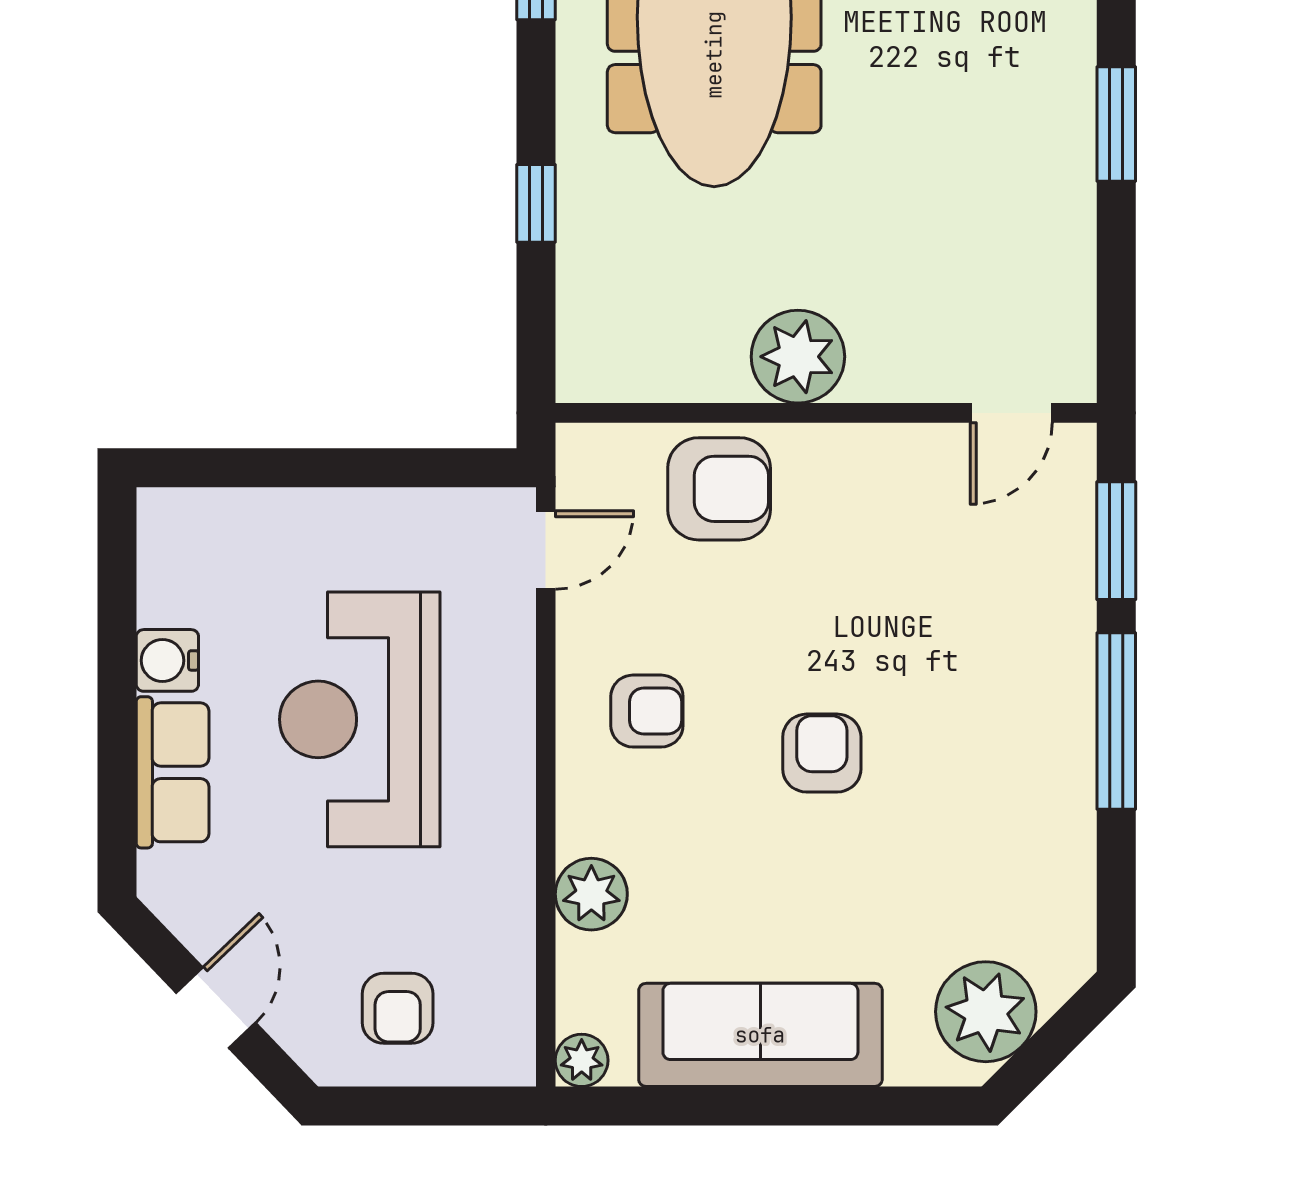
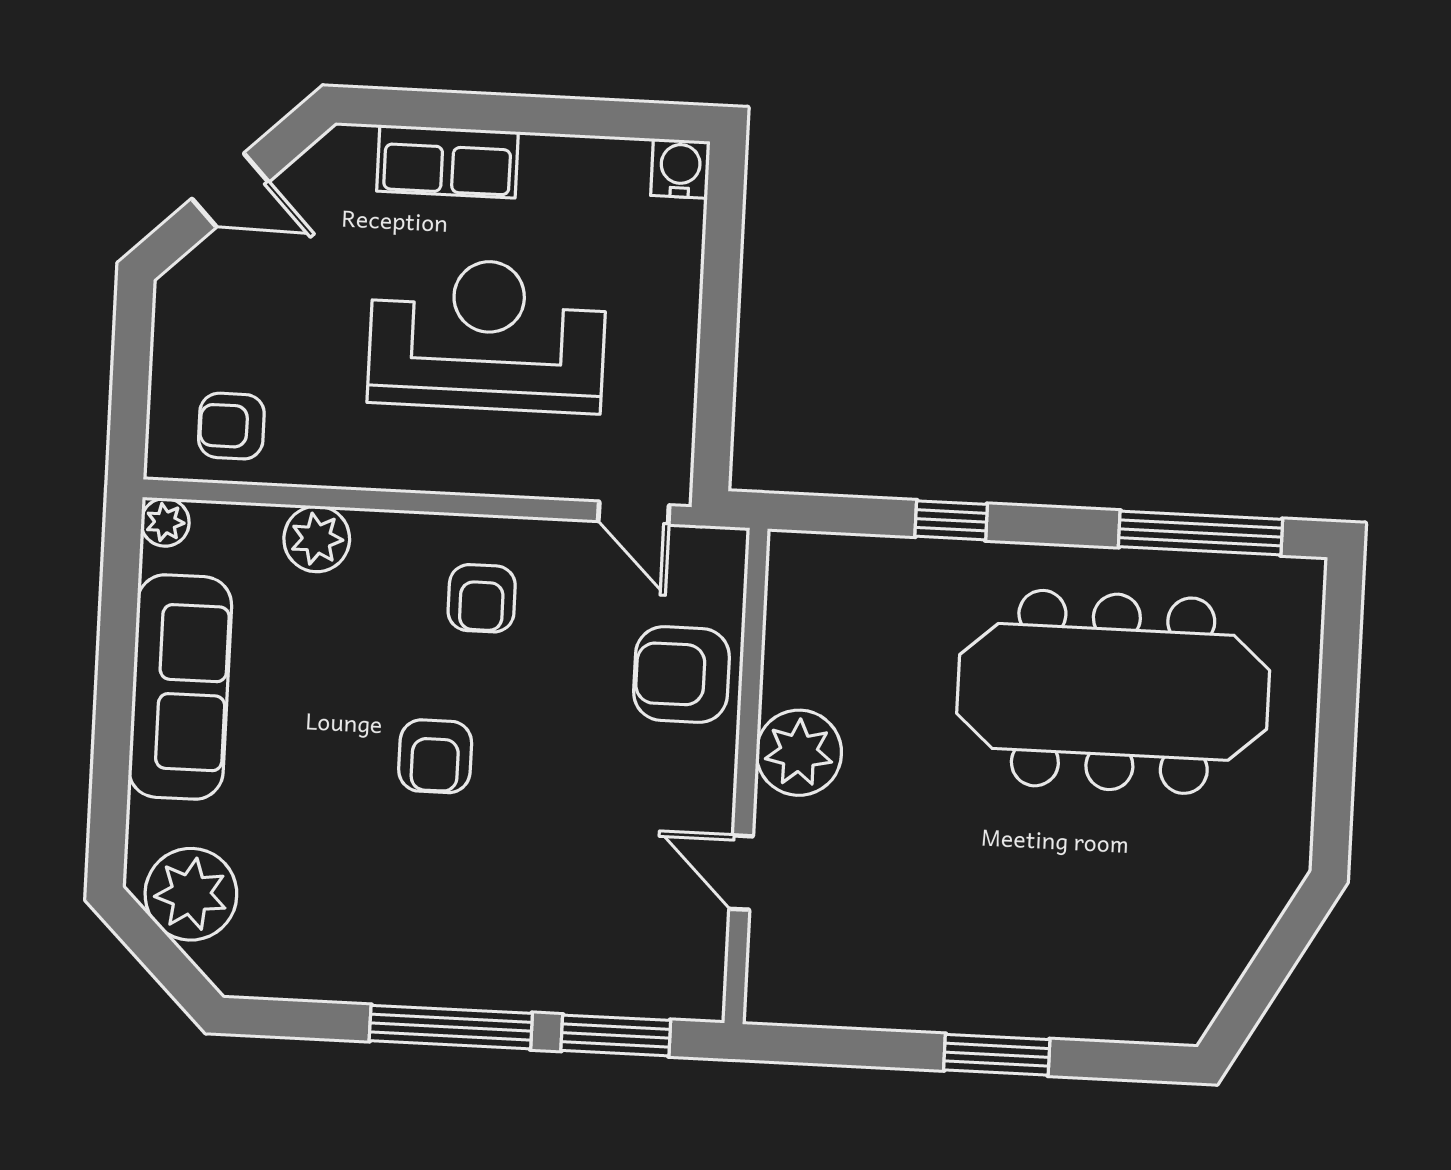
door: (1011, 413) -> (741, 873), moved
armchair: (719, 489) -> (682, 674), turned 90
water cooler: (167, 660) -> (680, 169), moved
armchair: (822, 753) -> (435, 756), turned 90
armchair: (398, 1008) -> (231, 426), moved

